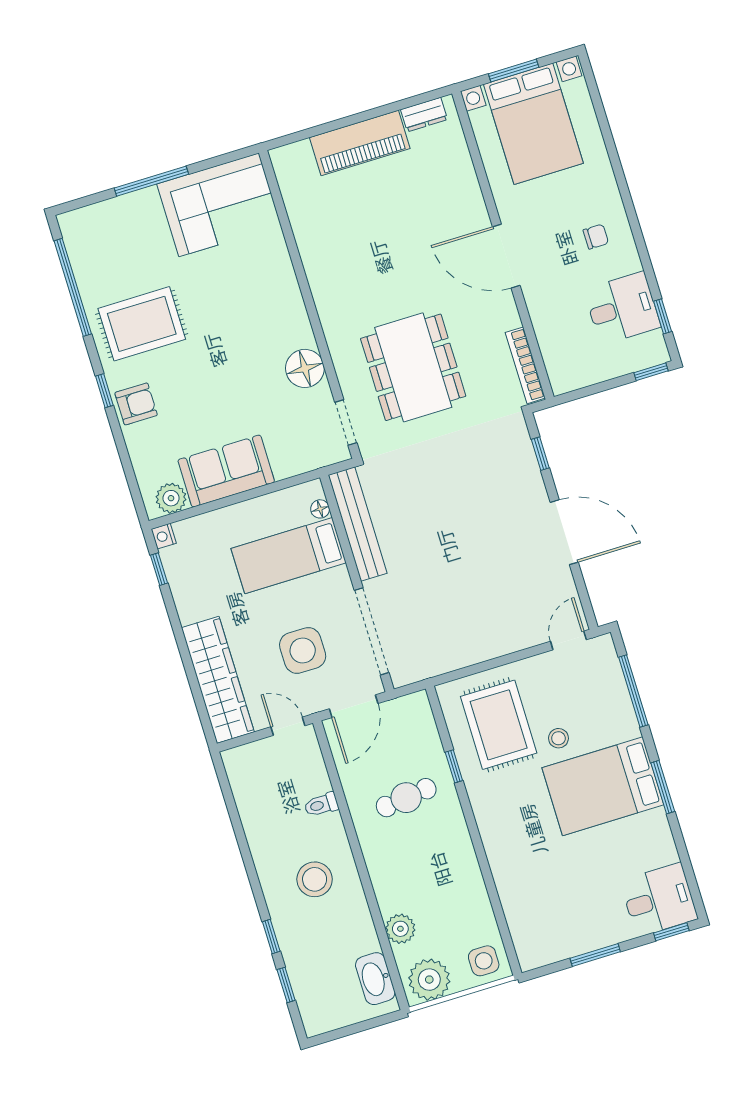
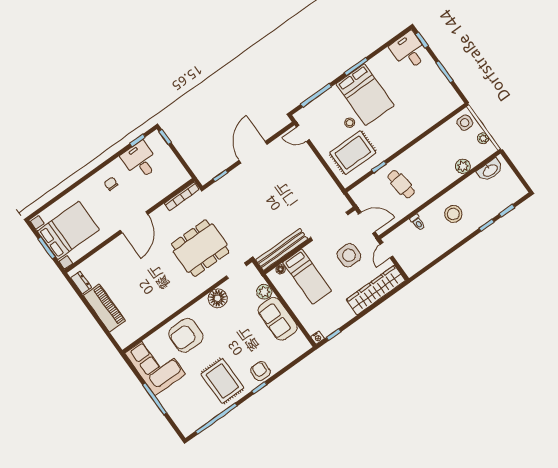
armchair: (254, 283) -> (186, 335), added
plant: (171, 498) -> (264, 292), moved
plant: (429, 980) -> (483, 138), width x0.53, depth x0.53

